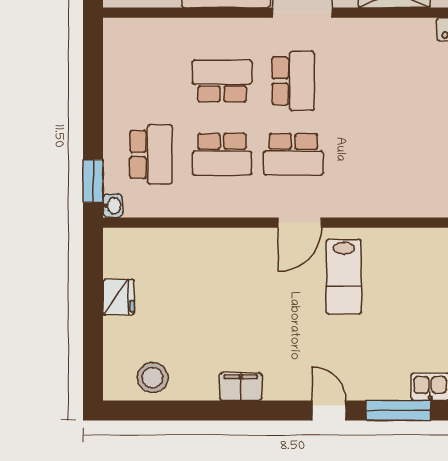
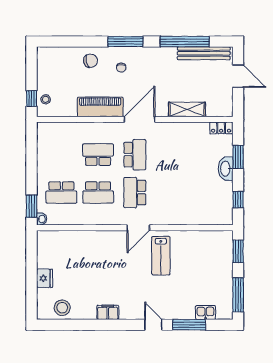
school desk: (151, 154) -> (61, 193), turned 90
school desk: (293, 154) -> (135, 193), turned 90
fridge: (118, 297) -> (45, 278), moved

